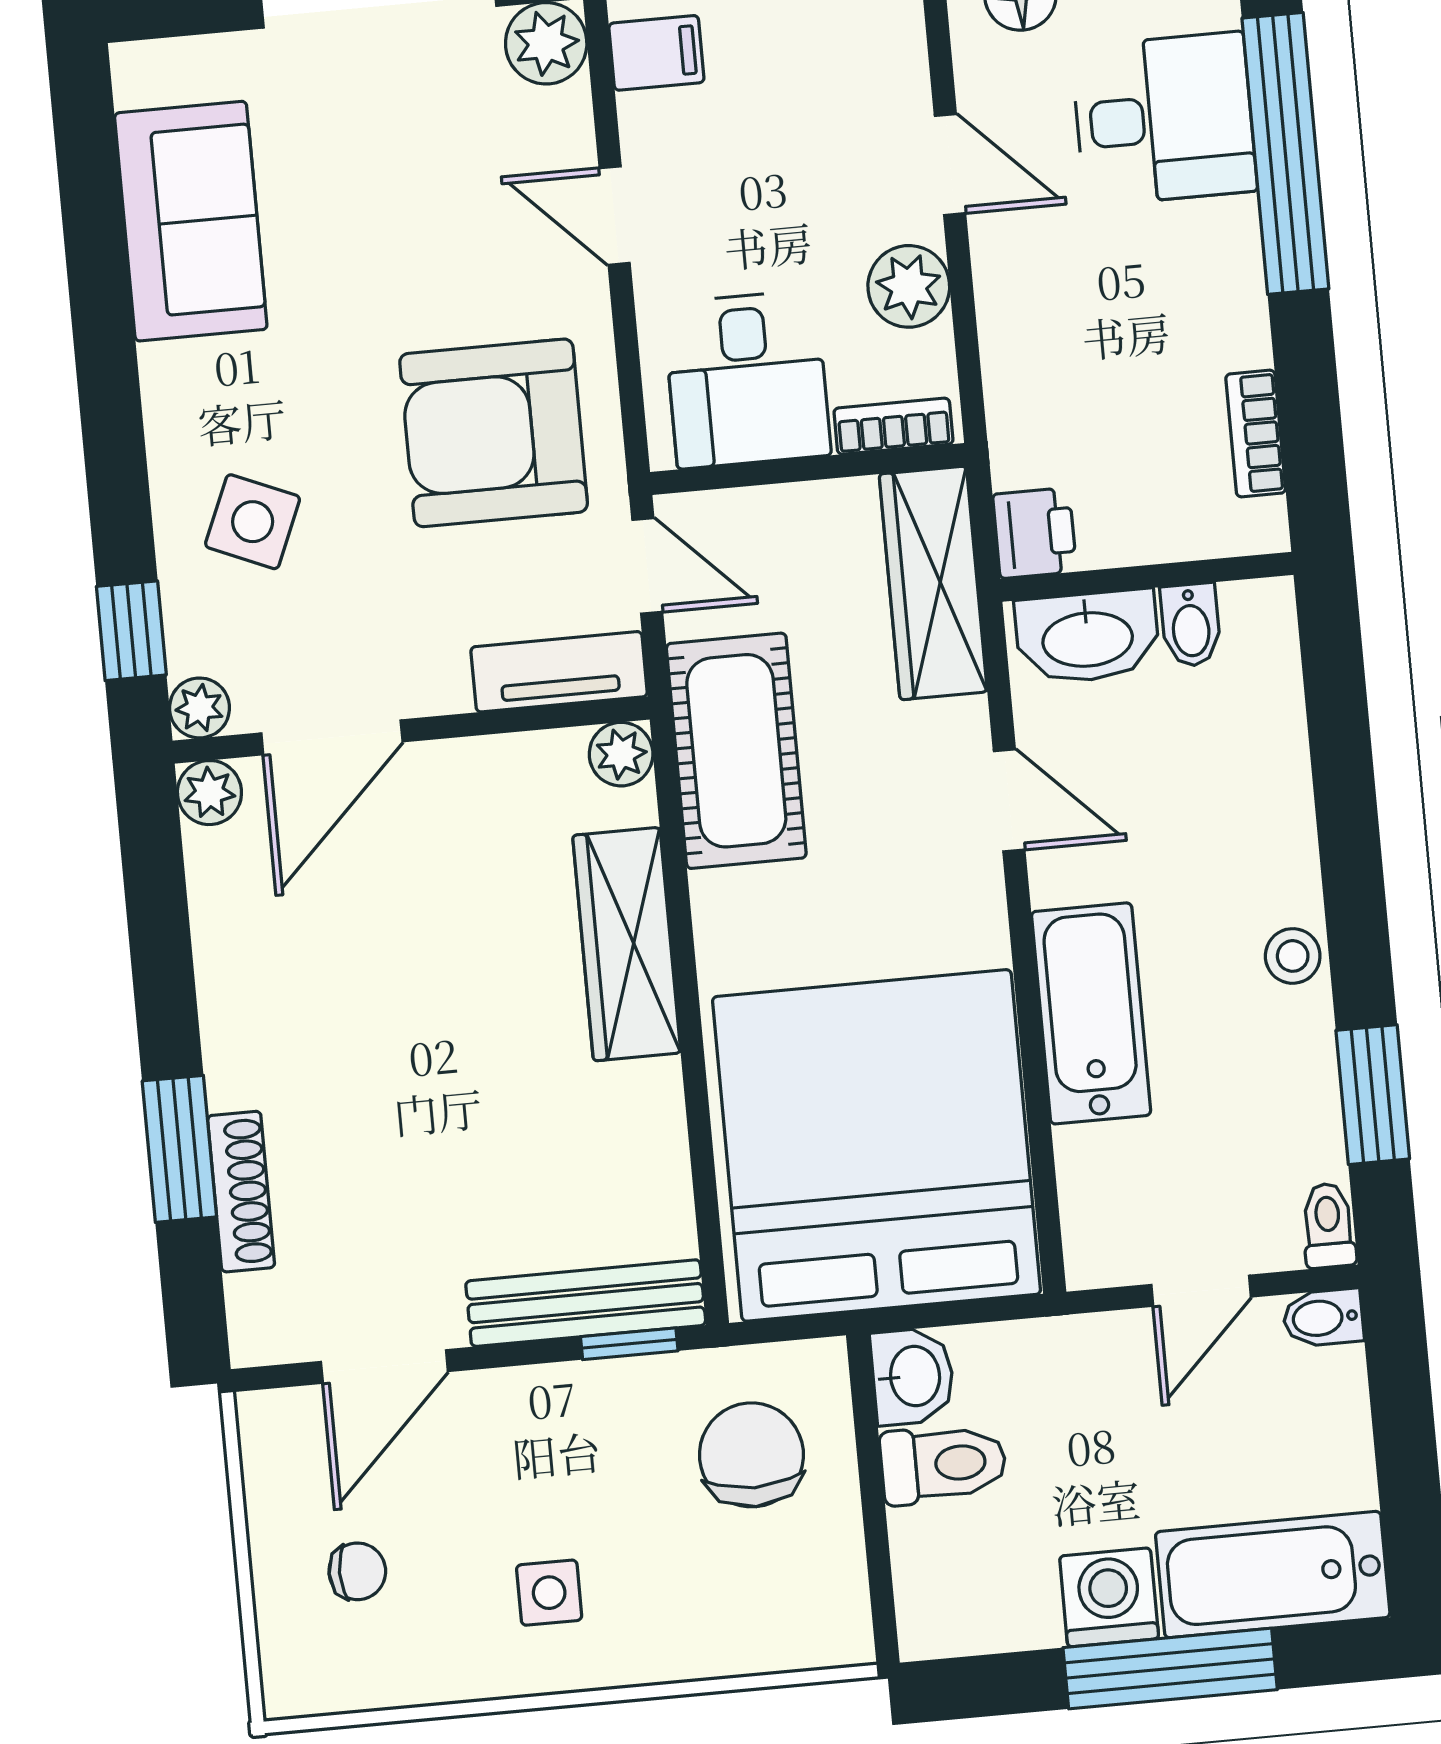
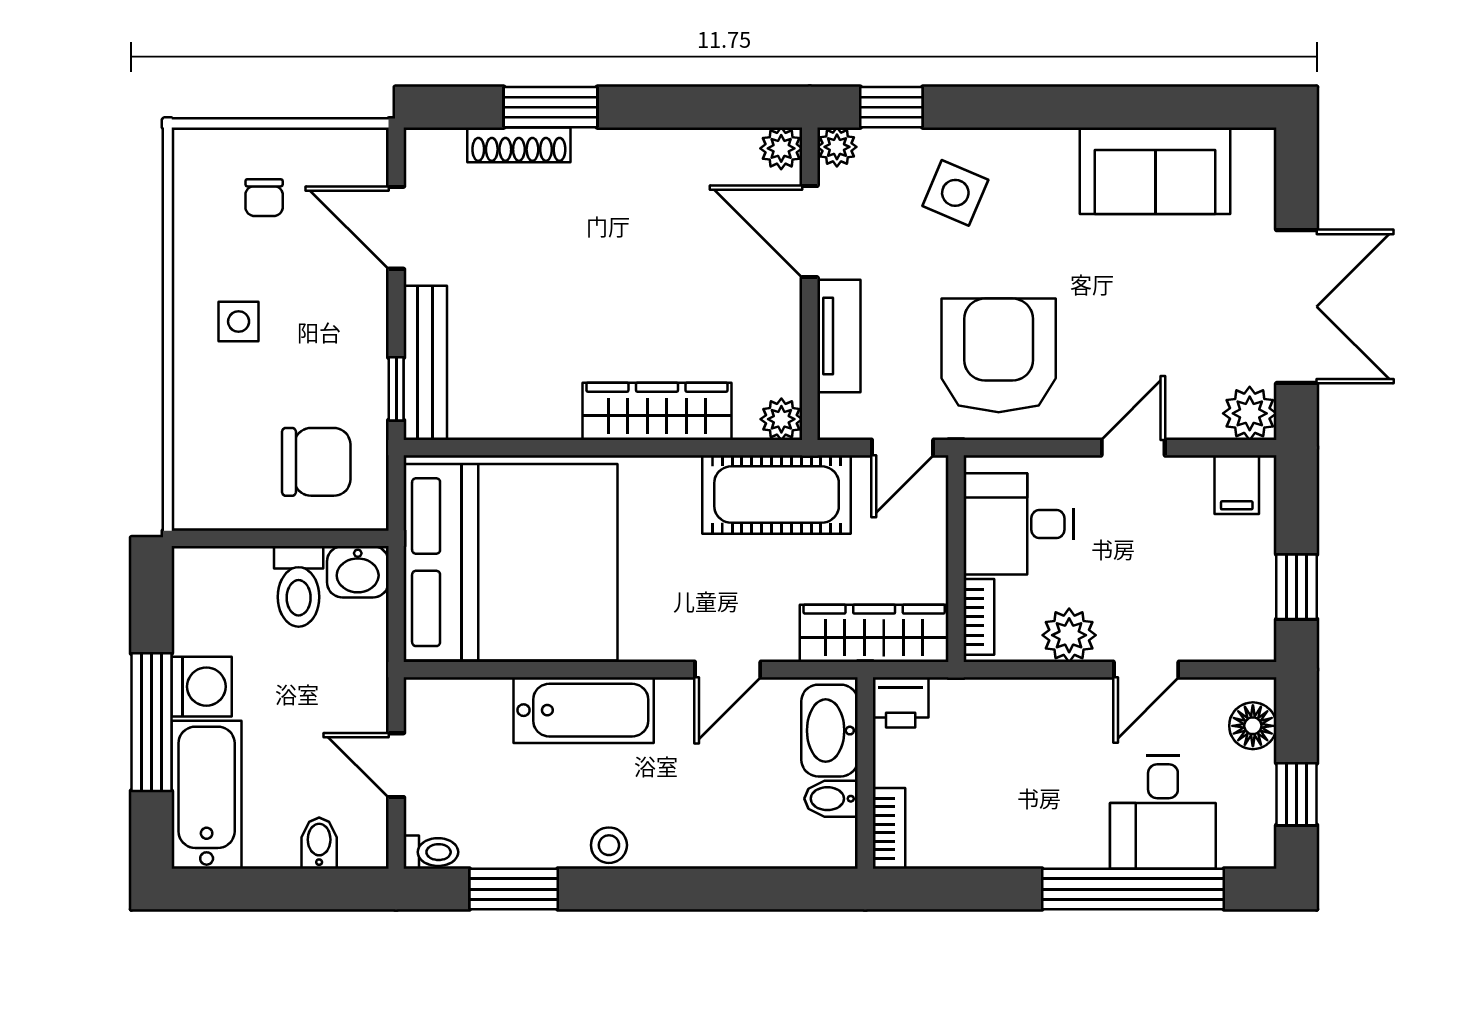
bookcase: (1256, 434) -> (889, 828), moved, turned 90
tv unit: (559, 672) -> (839, 336), moved
bidet: (1323, 1318) -> (319, 843), moved

